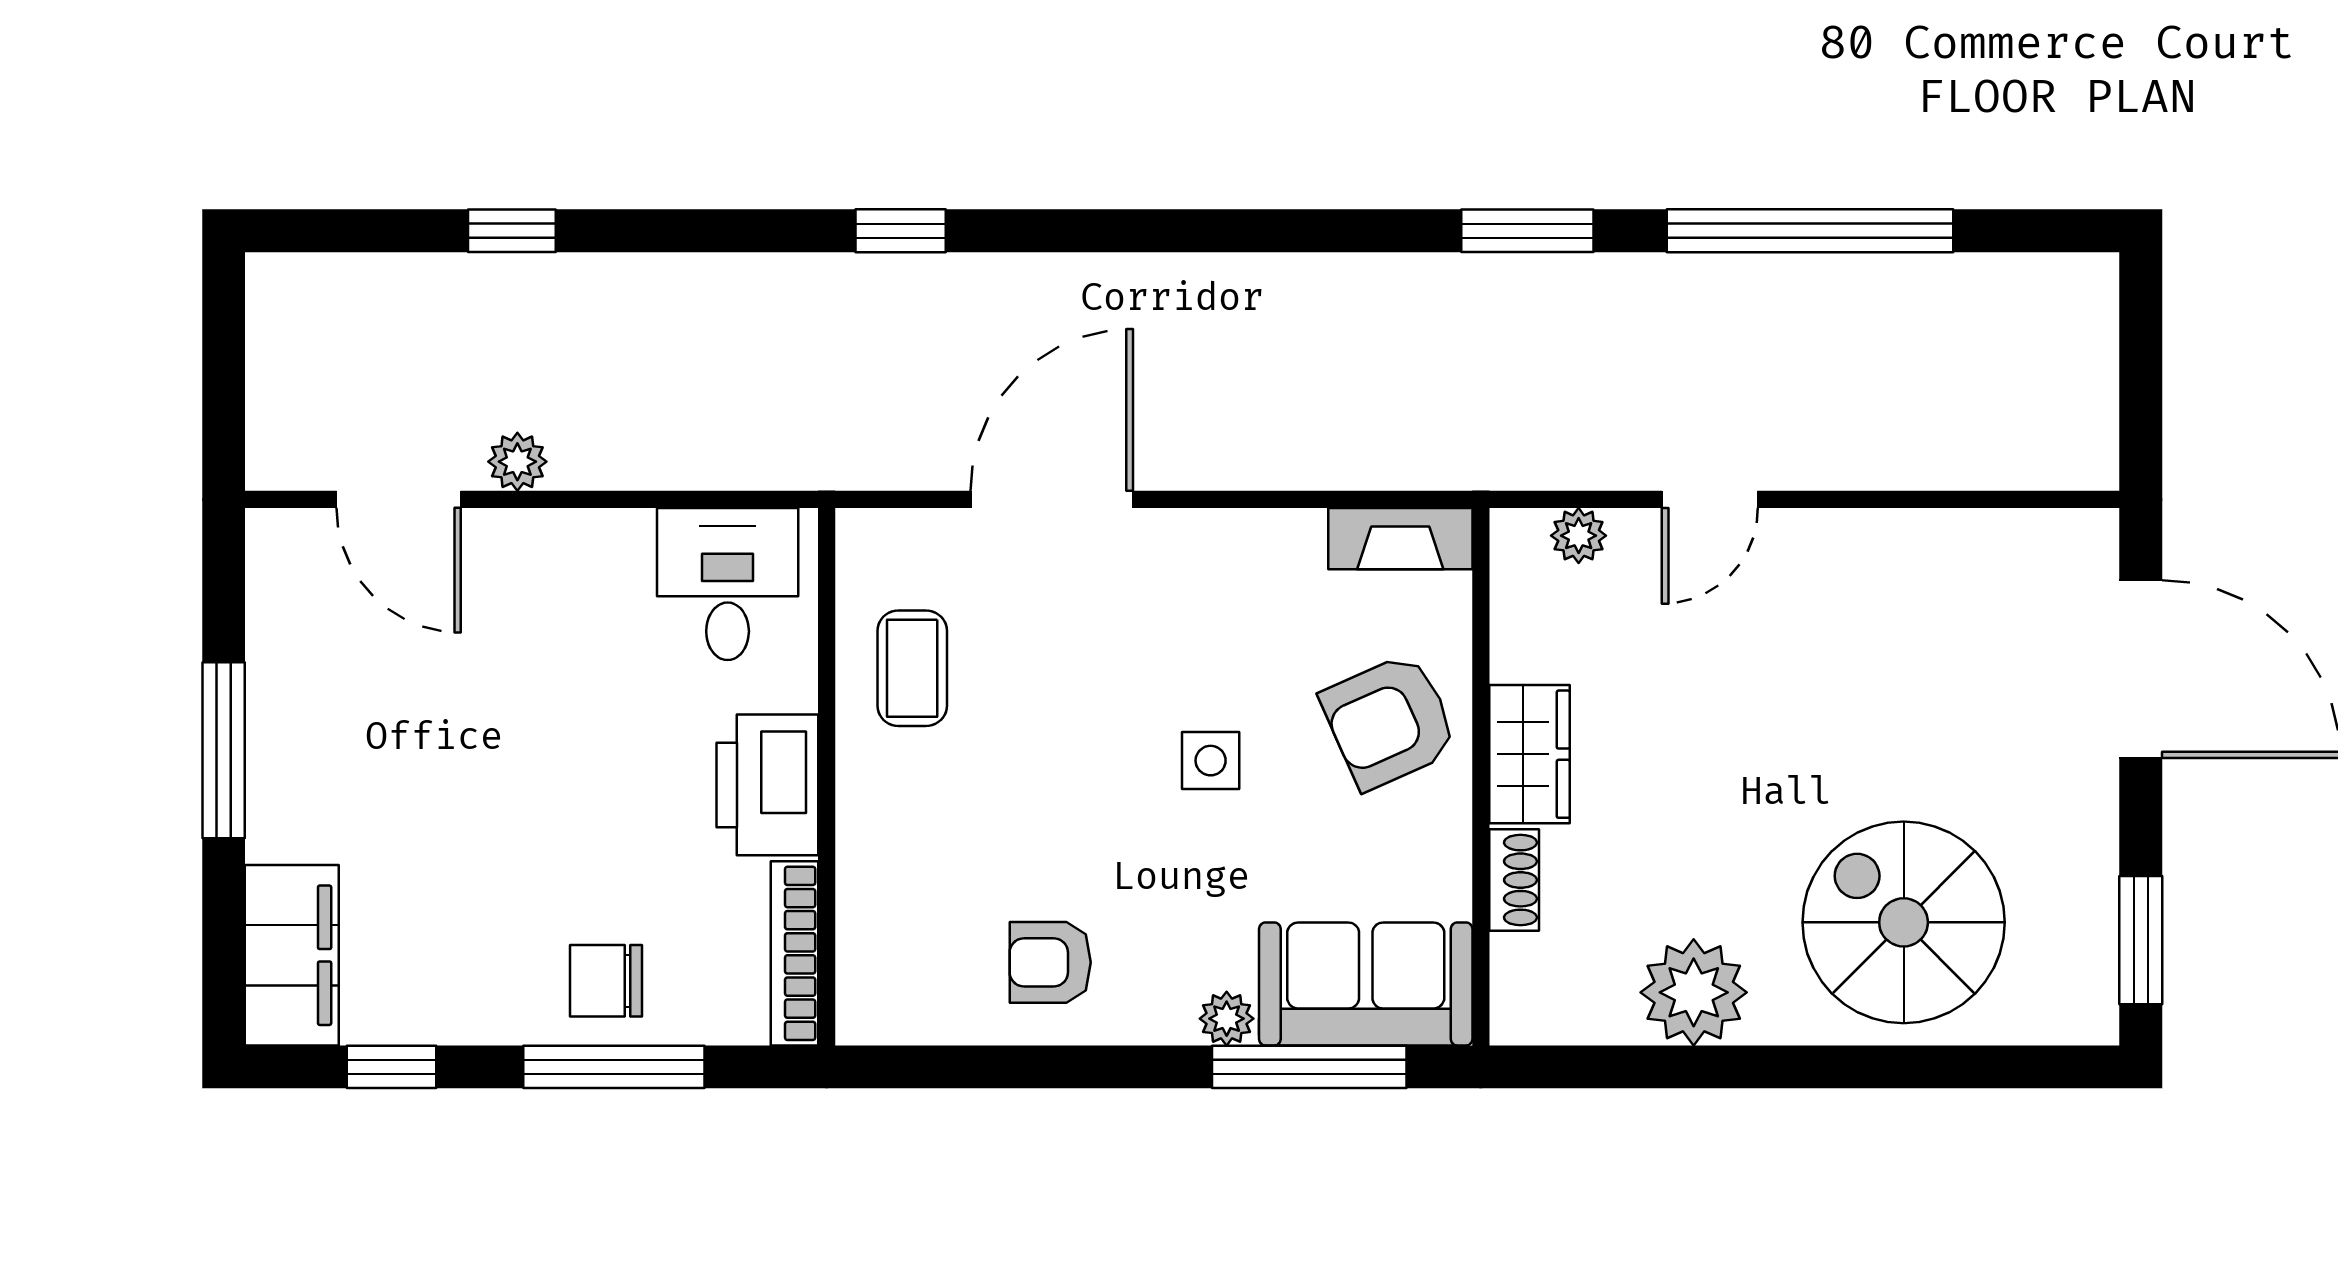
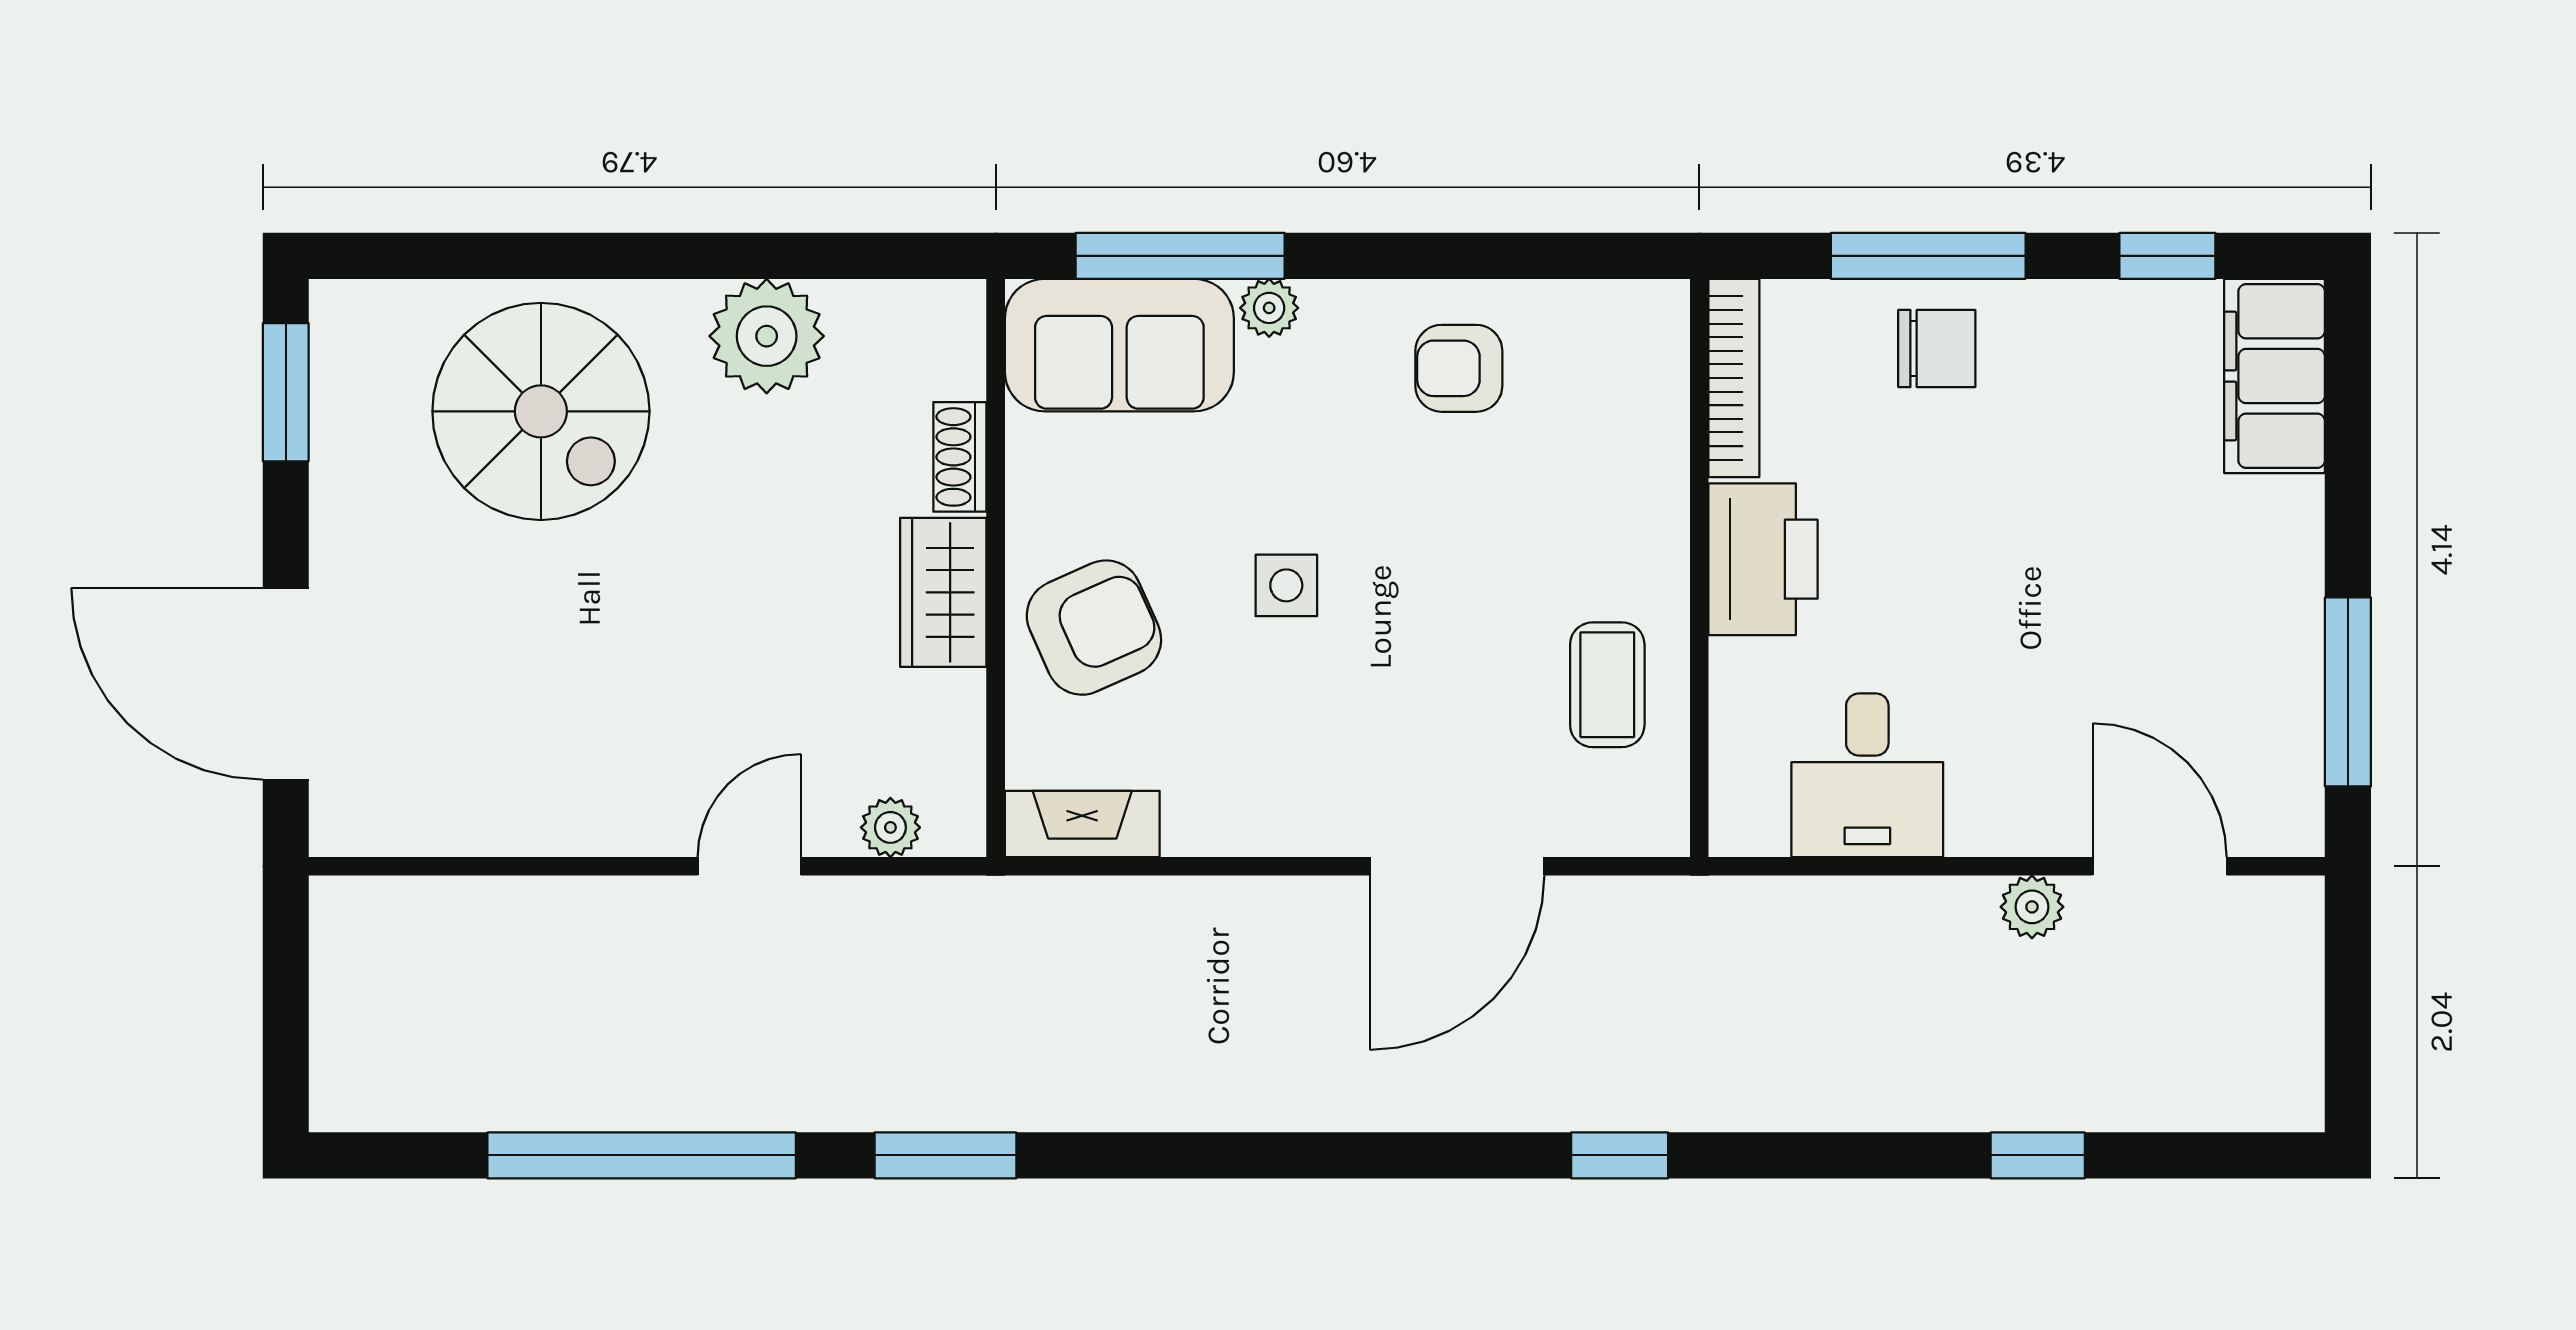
desk: (728, 584) -> (1867, 775), moved
window: (224, 750) -> (2348, 692), moved
armchair: (1050, 962) -> (1459, 368), turned 180

